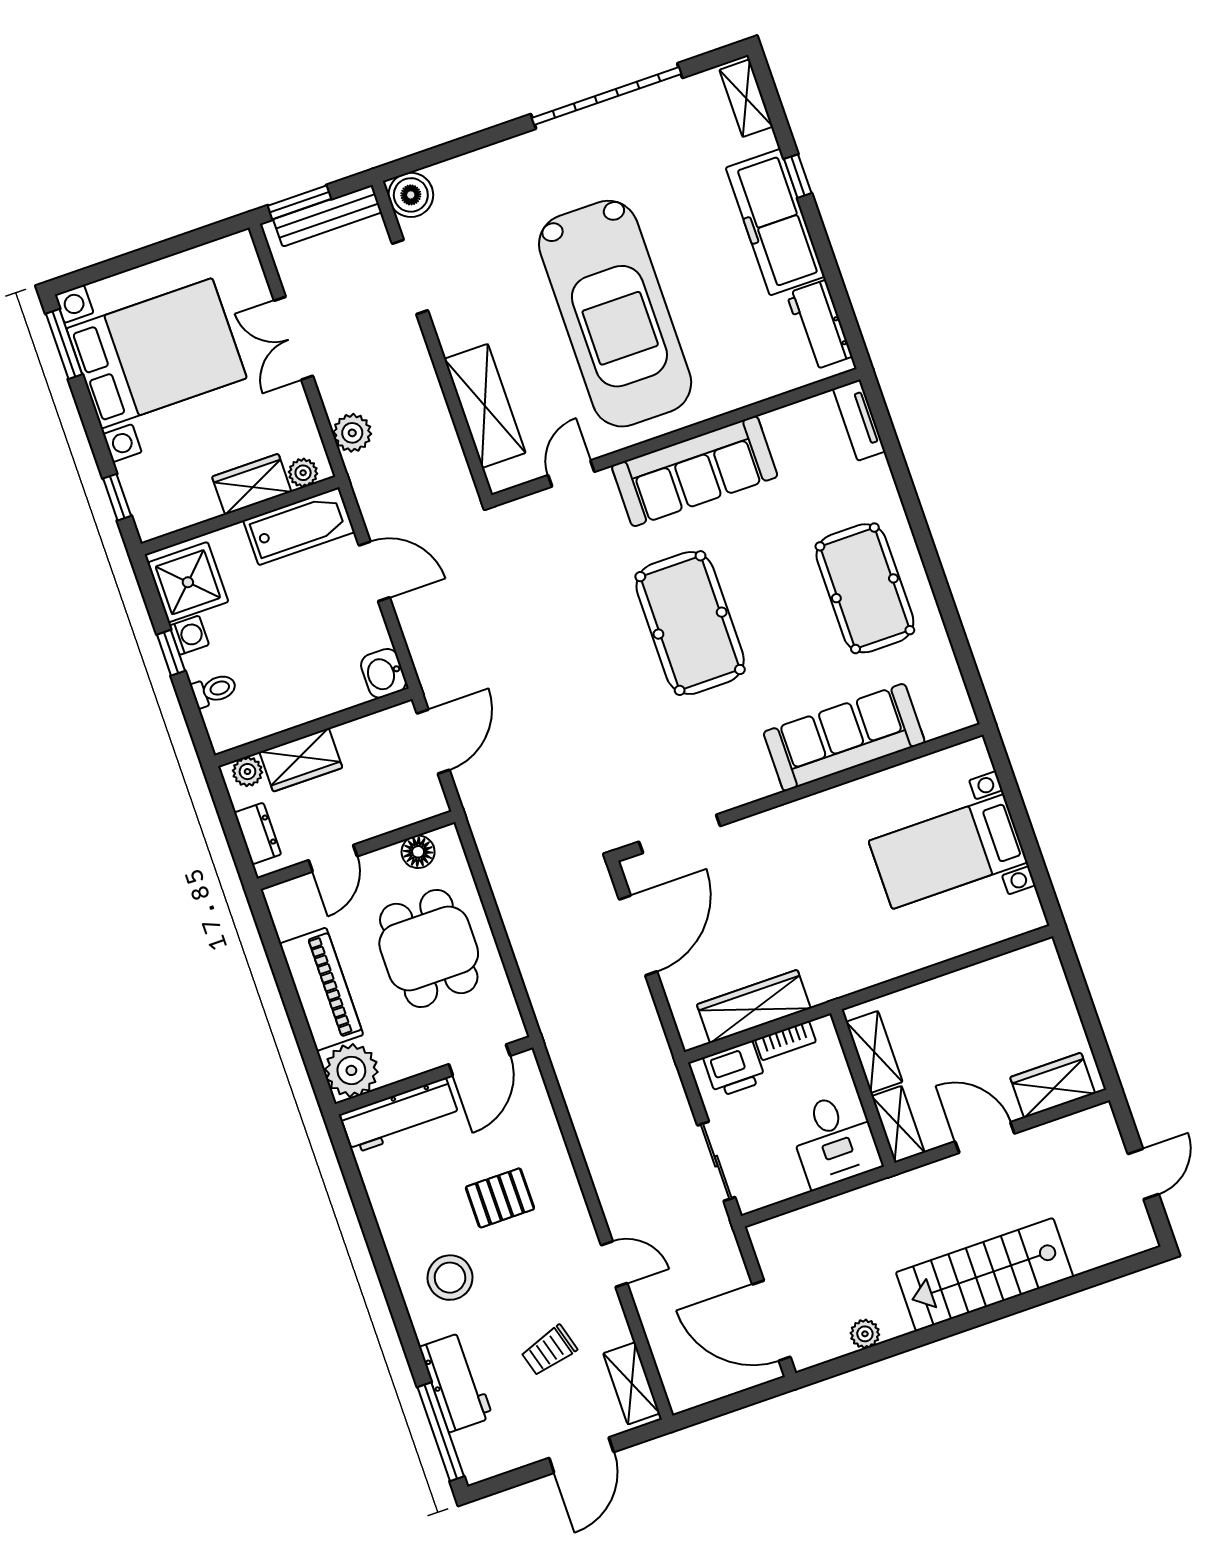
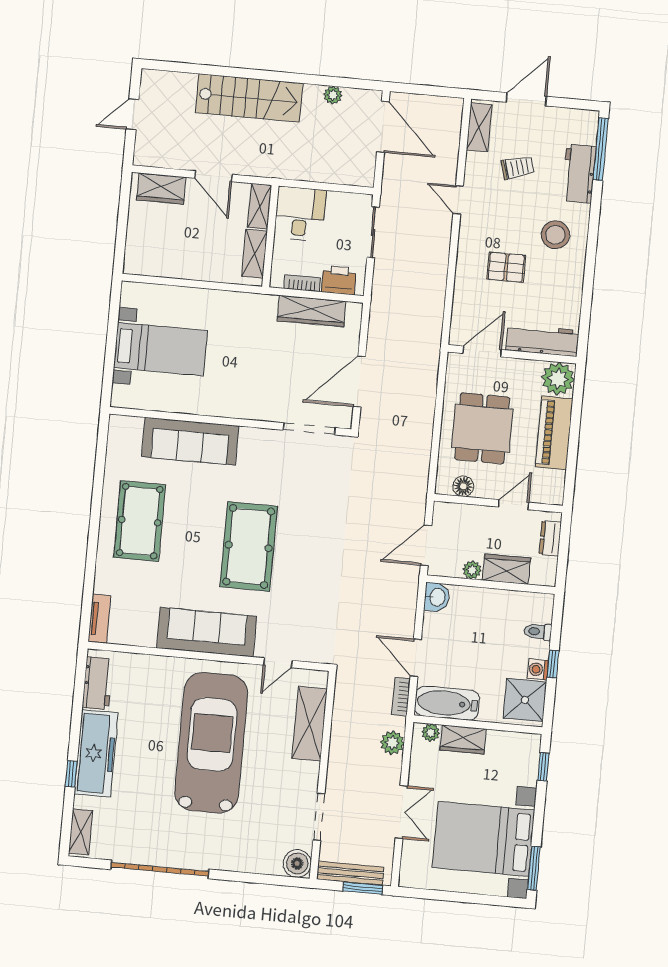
bookcase: (370, 505) -> (401, 697), added
plant: (247, 772) -> (472, 570), moved

